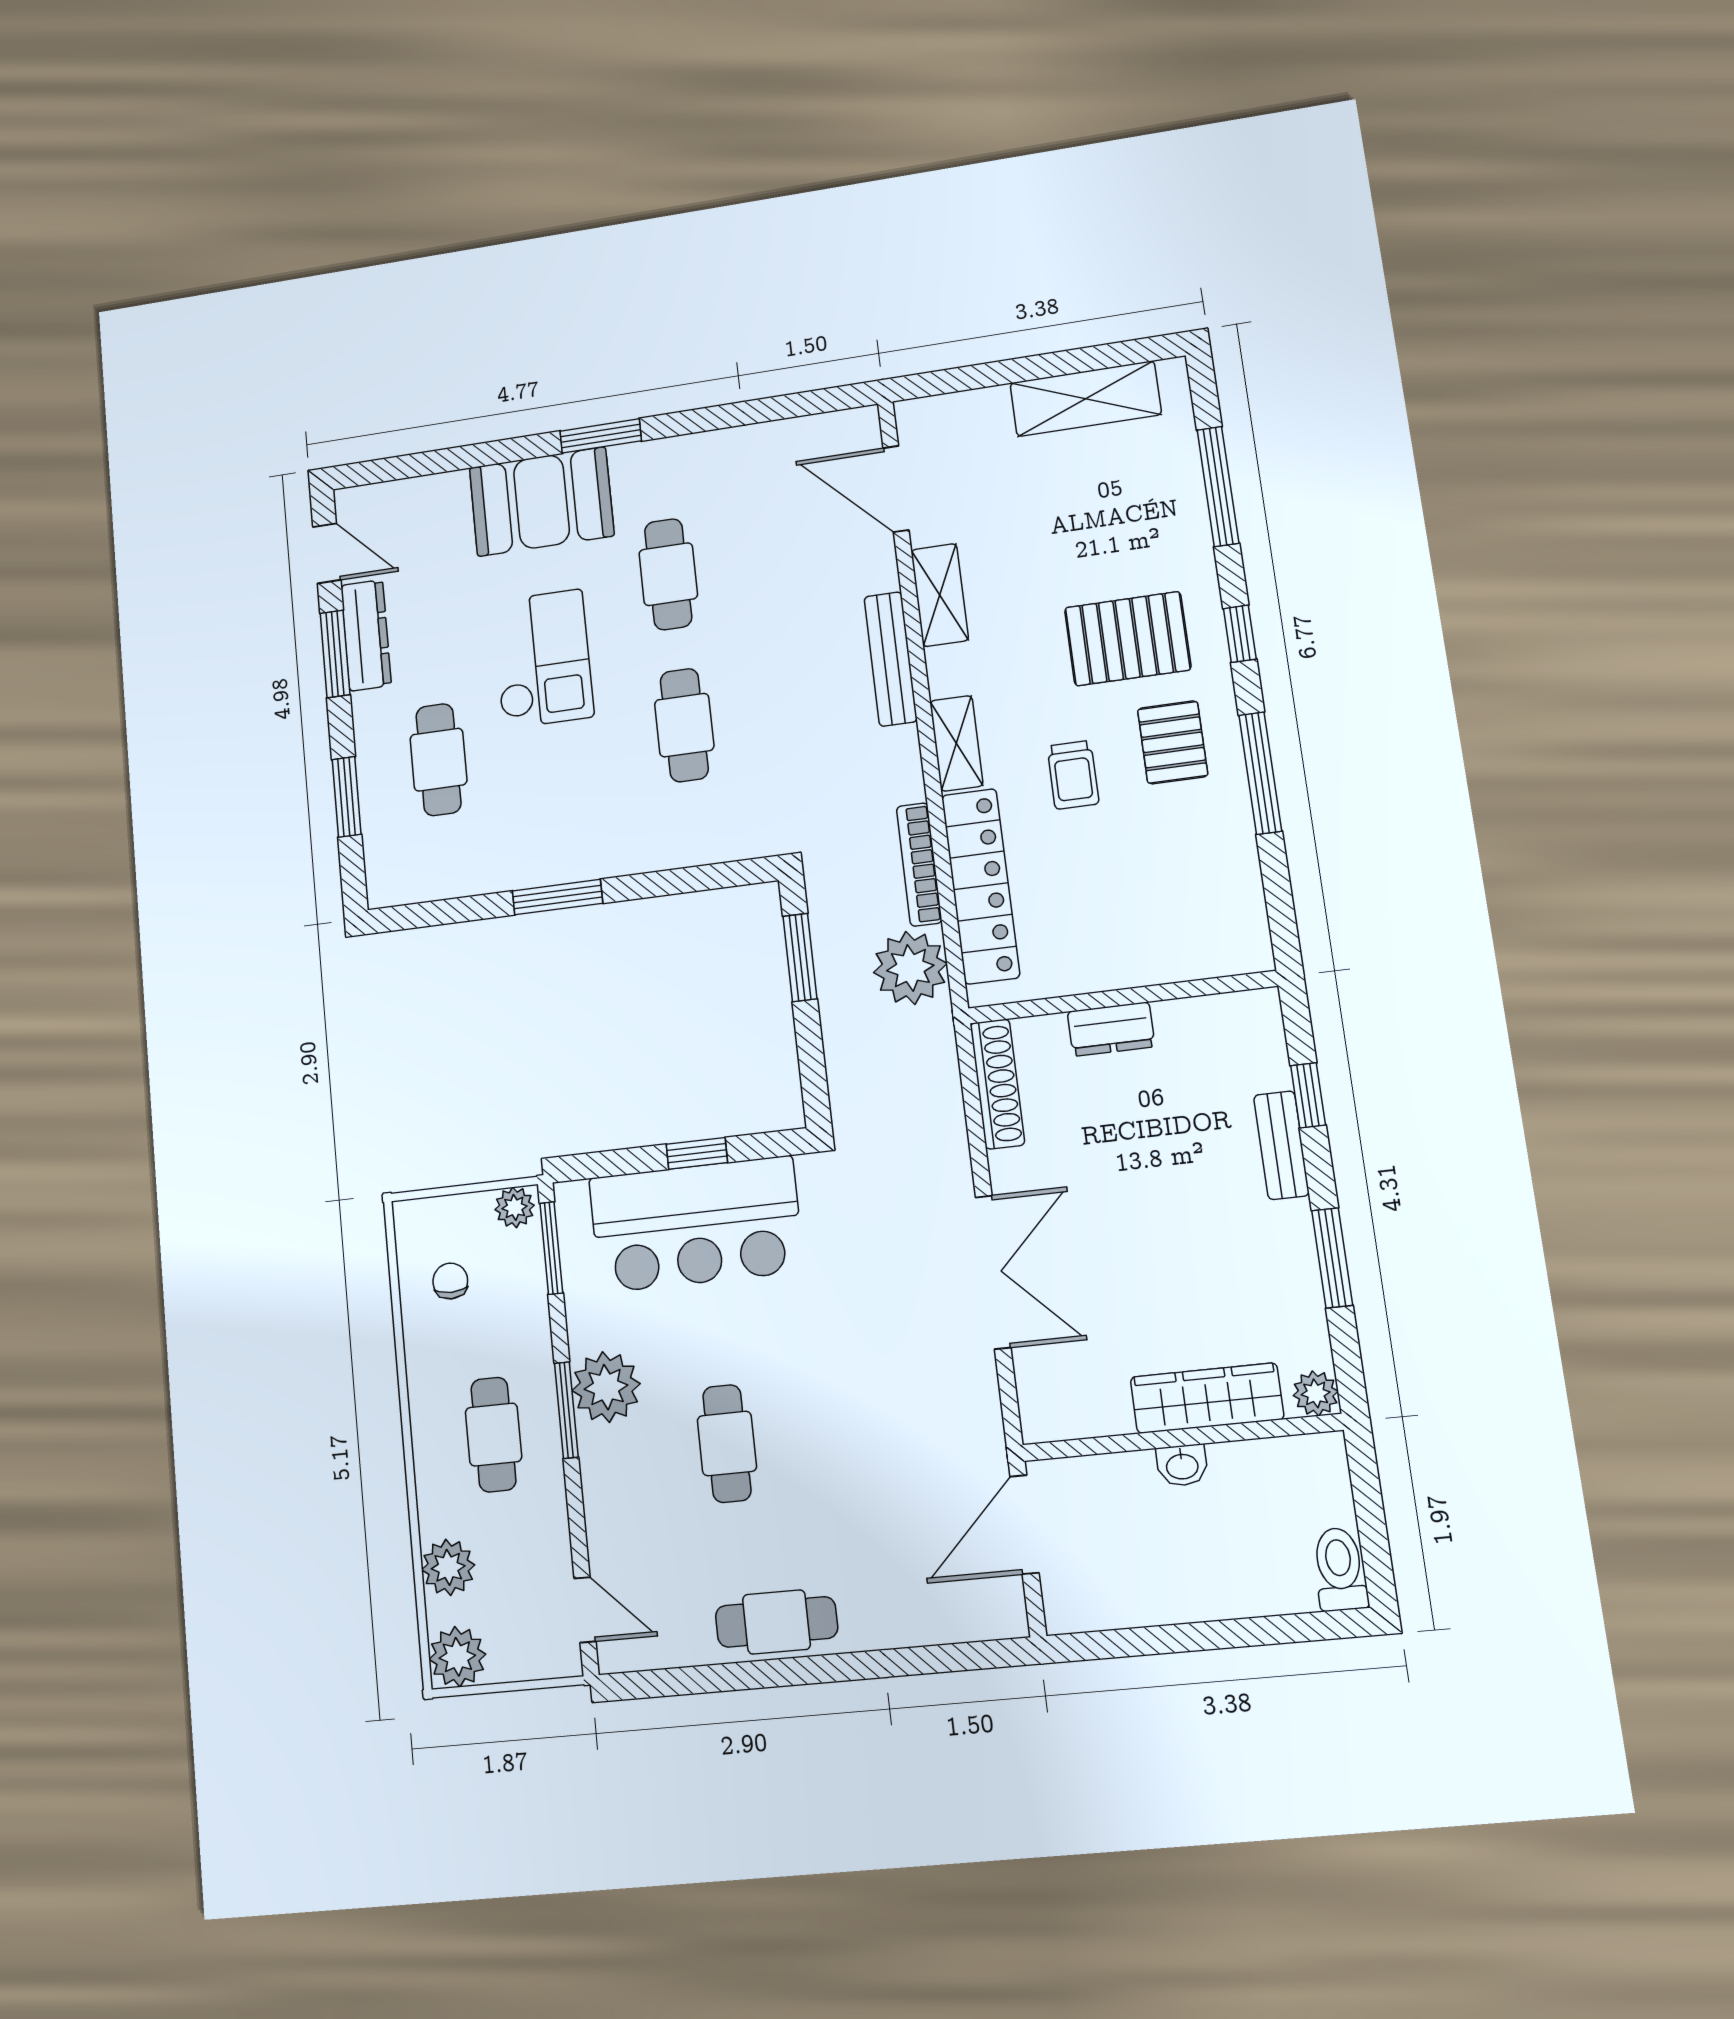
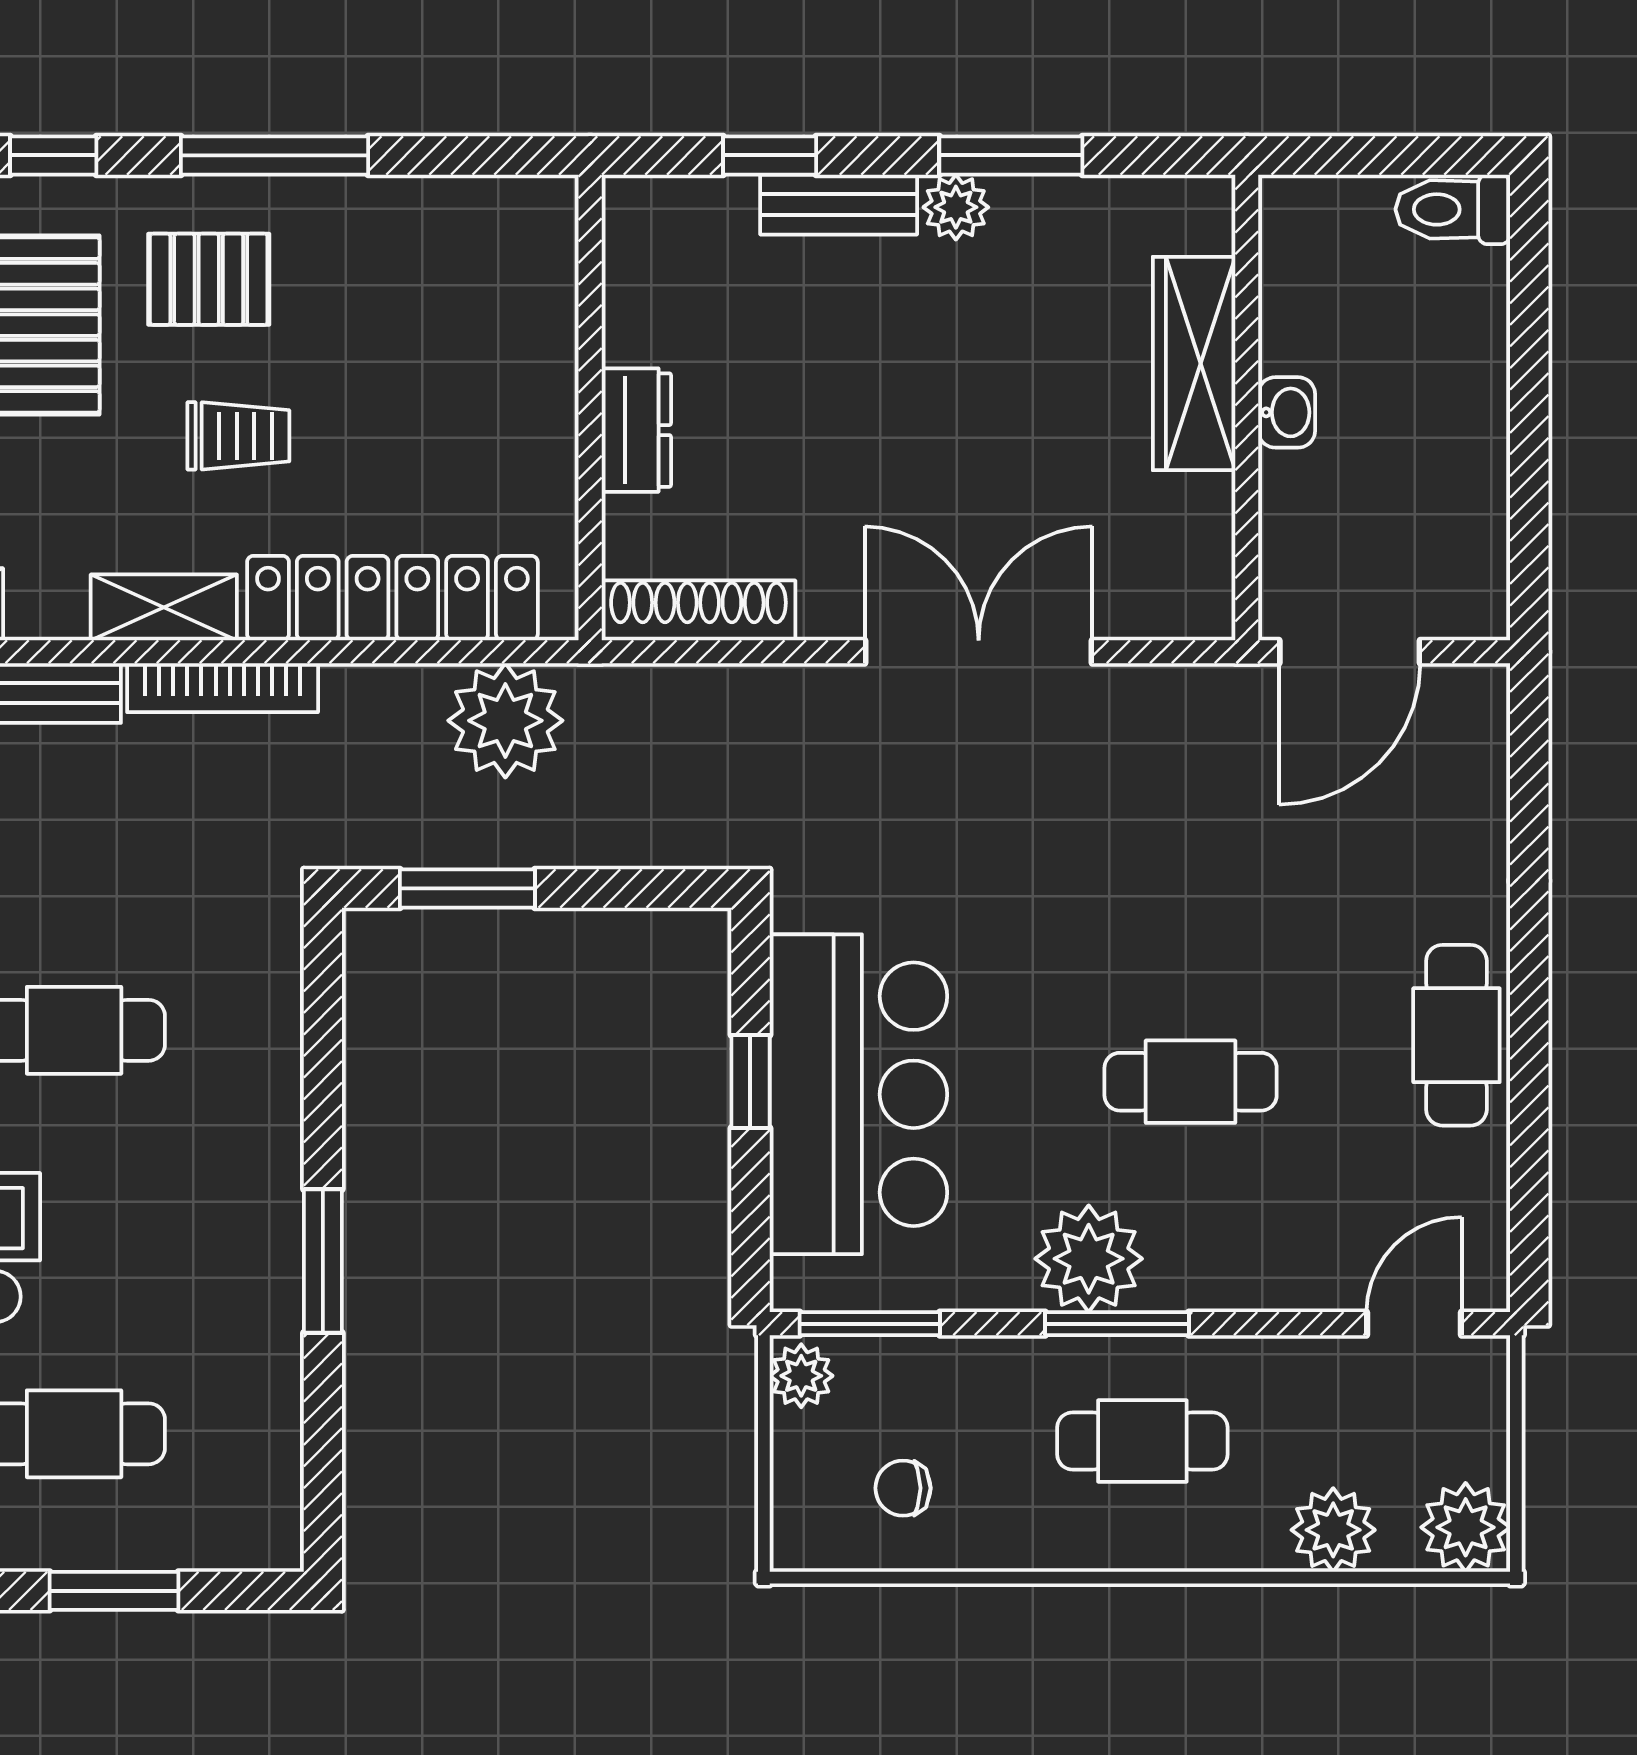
bookcase: (919, 864) -> (223, 688), moved
plant: (1316, 1393) -> (956, 207), moved
door: (1025, 1525) -> (1350, 652), hinge flipped

